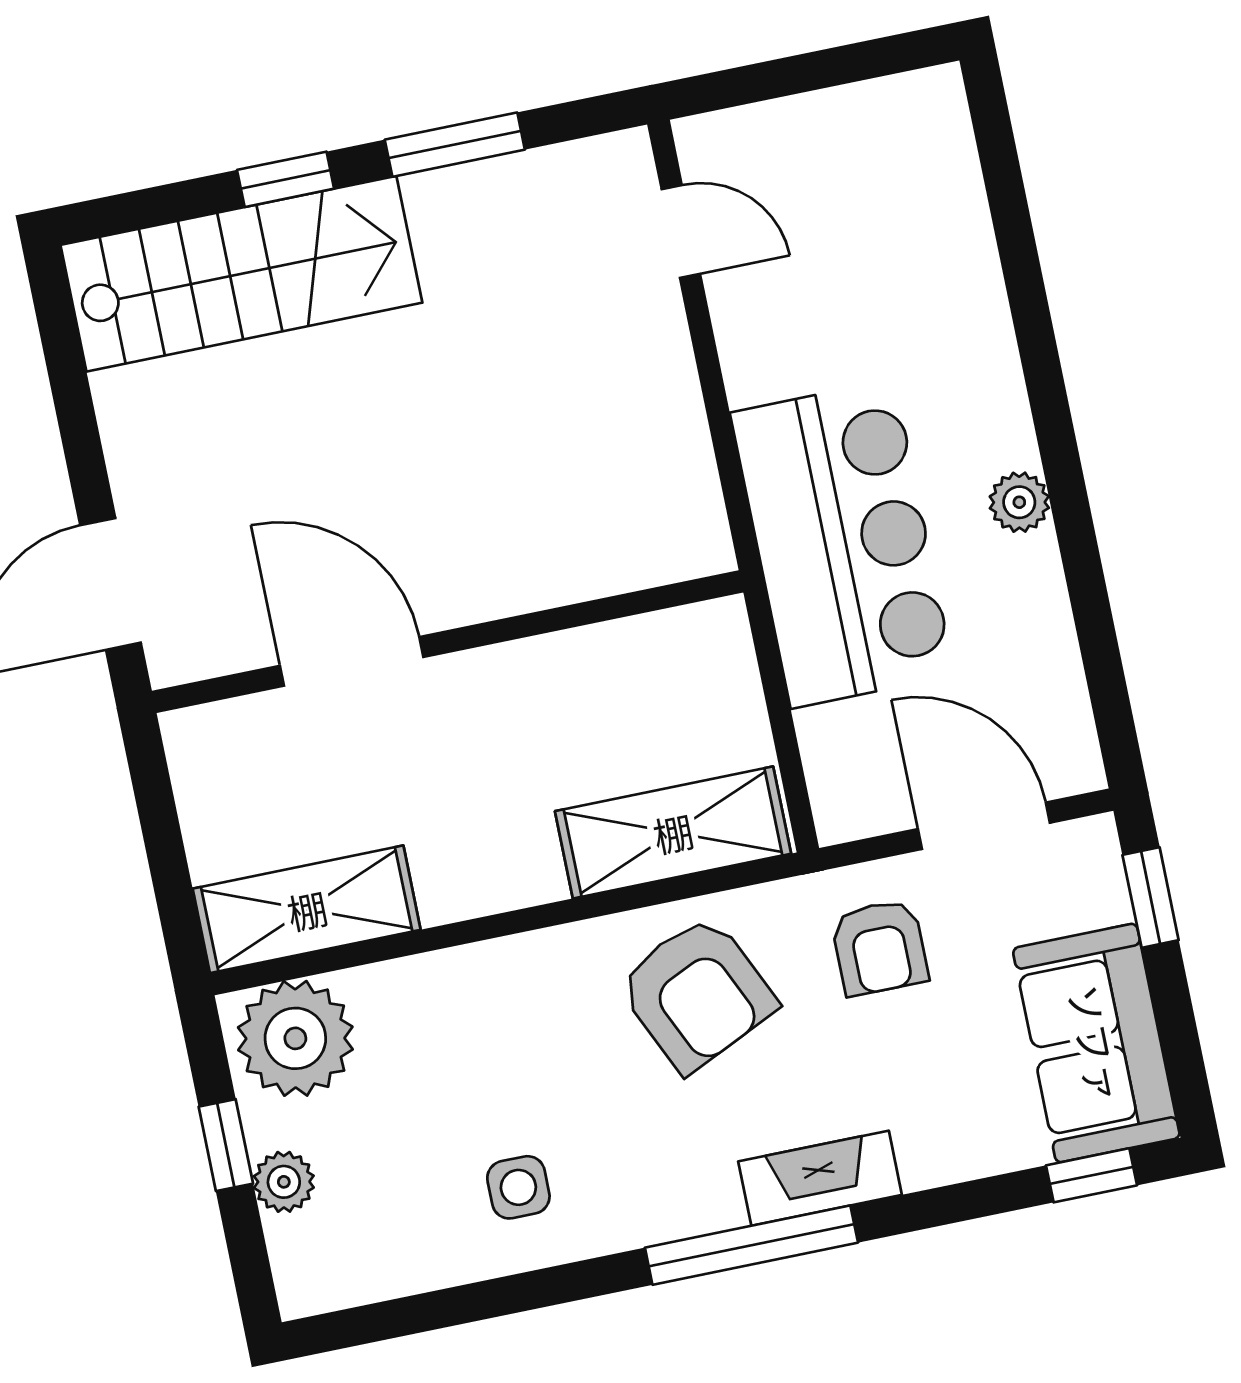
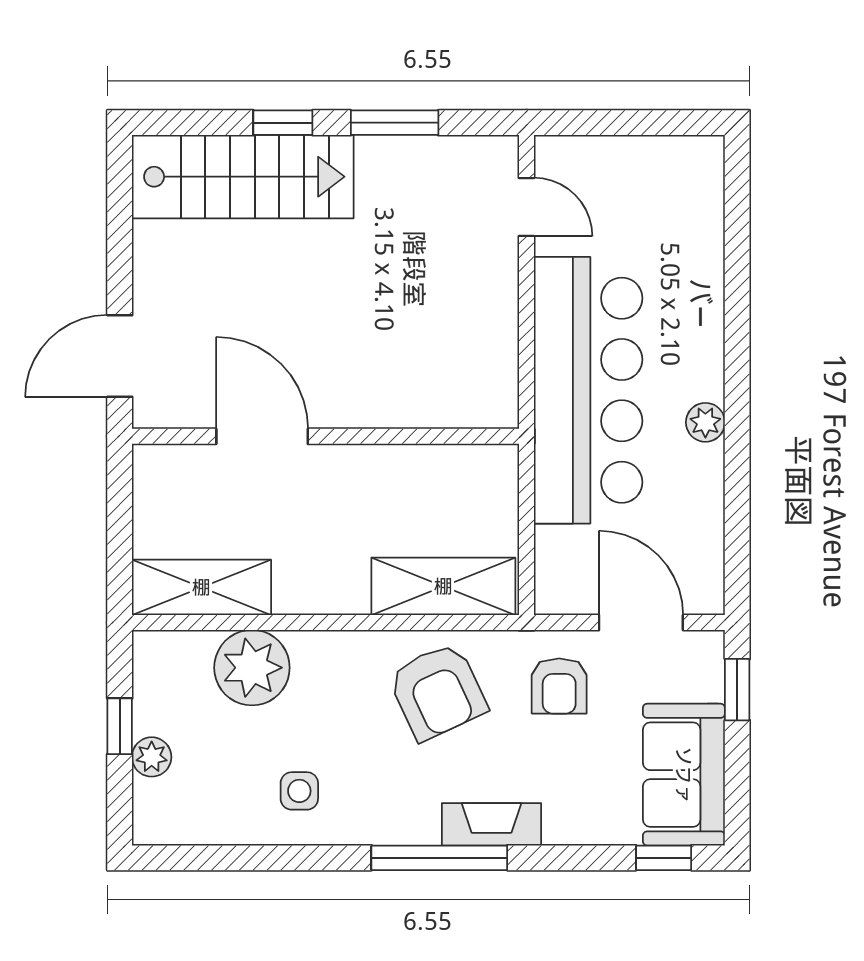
bar counter: (842, 544) -> (588, 390), width x1.36
plant: (295, 1038) -> (252, 668), moved

